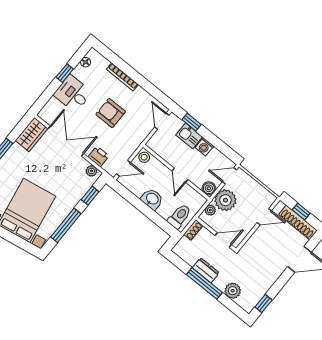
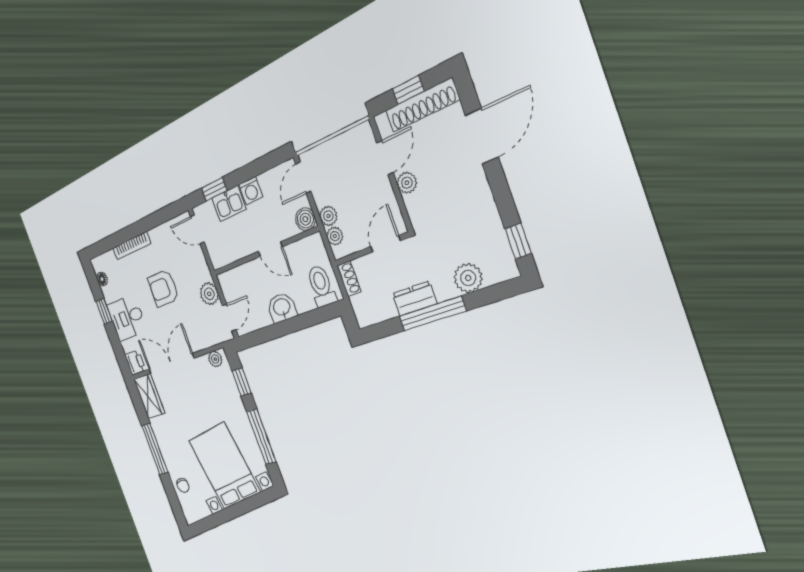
plant: (129, 148) -> (209, 294), added
printer: (98, 156) -> (135, 363), moved, turned 90
stool: (144, 157) -> (228, 282), removed
plant: (225, 200) -> (328, 216), width x0.53, depth x0.53
plant: (259, 235) -> (407, 183), added

